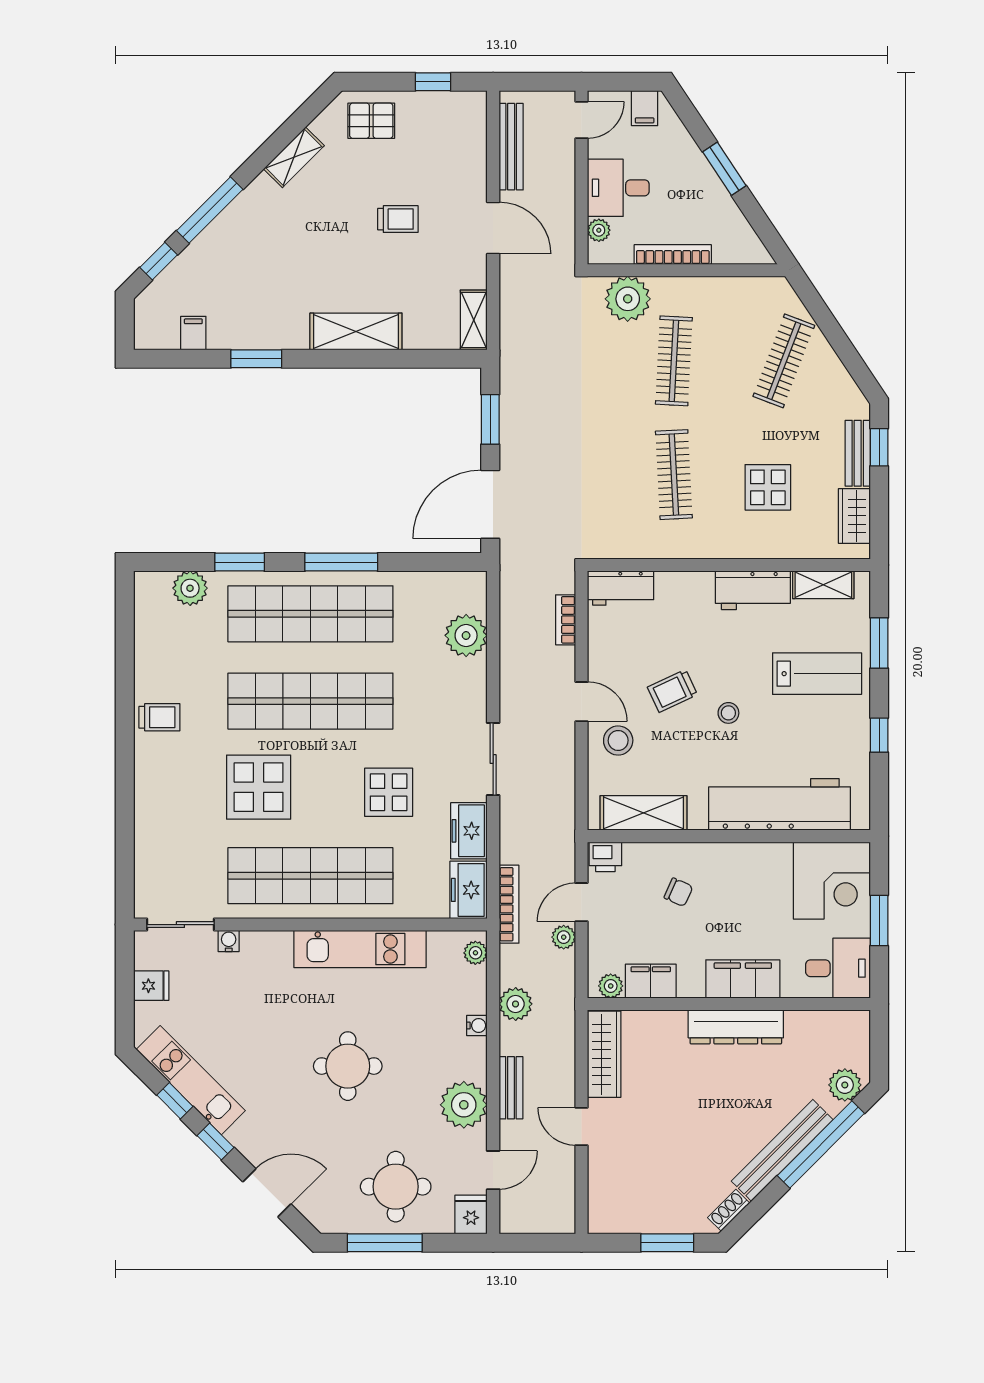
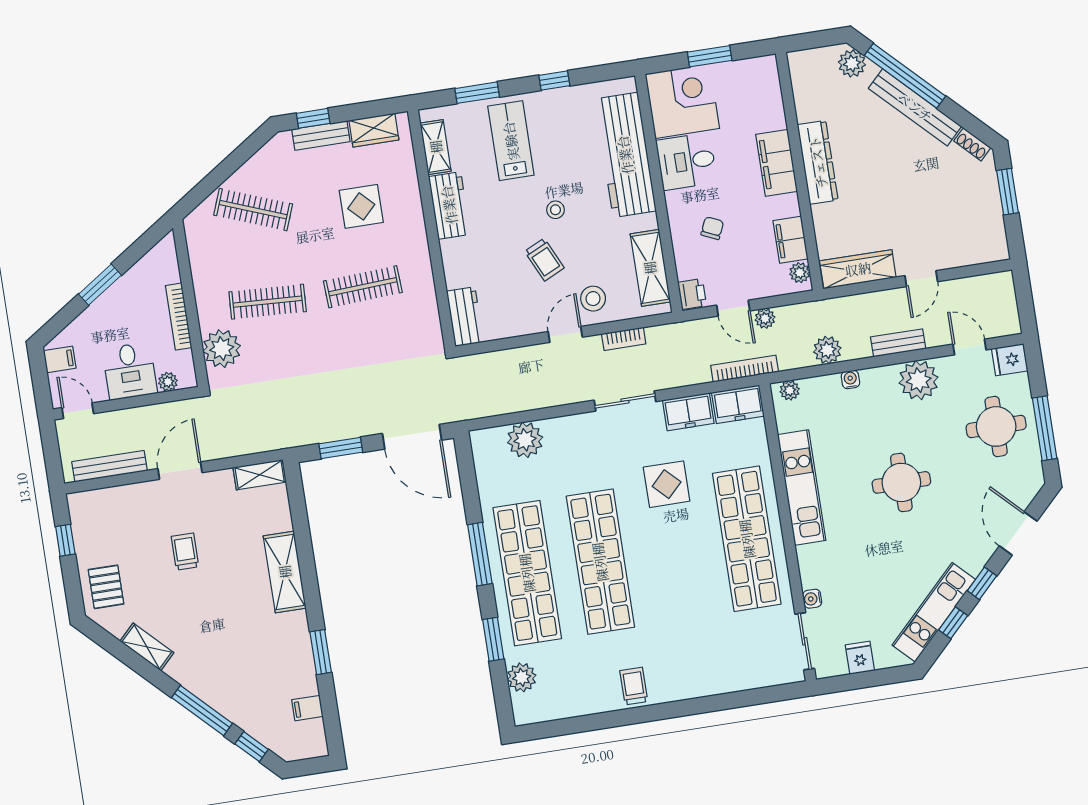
bookcase: (566, 620) -> (624, 339), moved
display table: (259, 787) -> (679, 594), removed
desk: (838, 968) -> (687, 161), moved, turned -90

